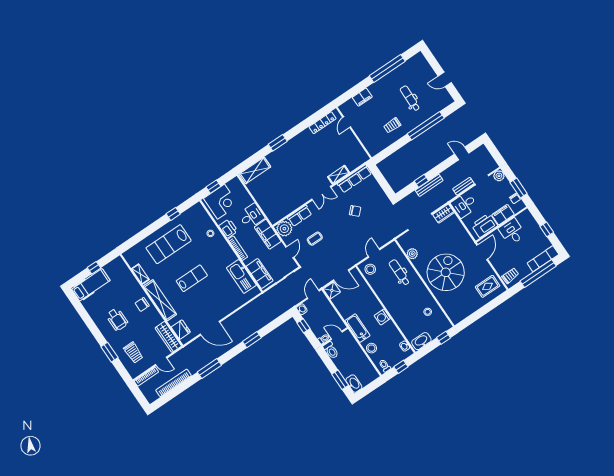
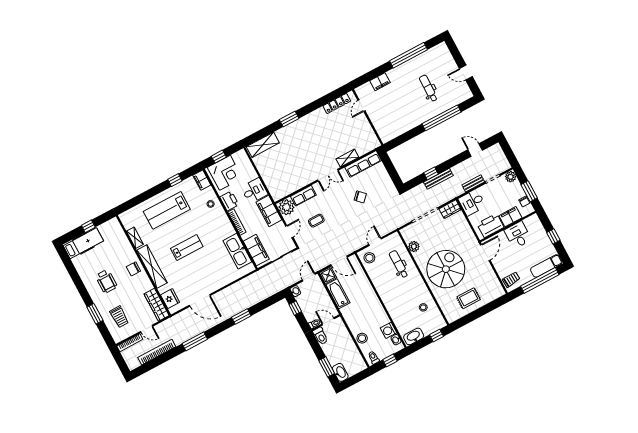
trolley: (392, 125) -> (407, 114), removed
filing cabinet: (199, 211) -> (202, 180), added
rug: (488, 286) -> (469, 298), moved
washing machine: (382, 317) -> (389, 330), moved
bathtub: (357, 328) -> (338, 294), moved

